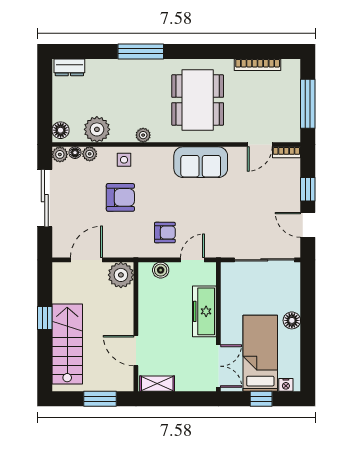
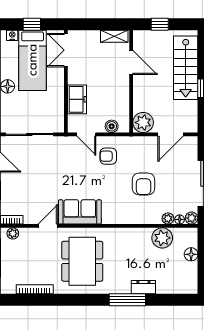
dresser: (69, 67) -> (143, 287), moved
floor lamp: (61, 130) -> (191, 254), moved
plant: (143, 135) -> (13, 233), moved
door: (260, 144) -> (48, 226), moved
side table: (124, 160) -> (141, 214), removed
armchair: (120, 197) -> (144, 184), turned -90
door: (192, 260) -> (86, 134), hinge flipped
freezer: (204, 311) -> (77, 99), width x0.71
window: (100, 399) -> (160, 24), width x0.67

